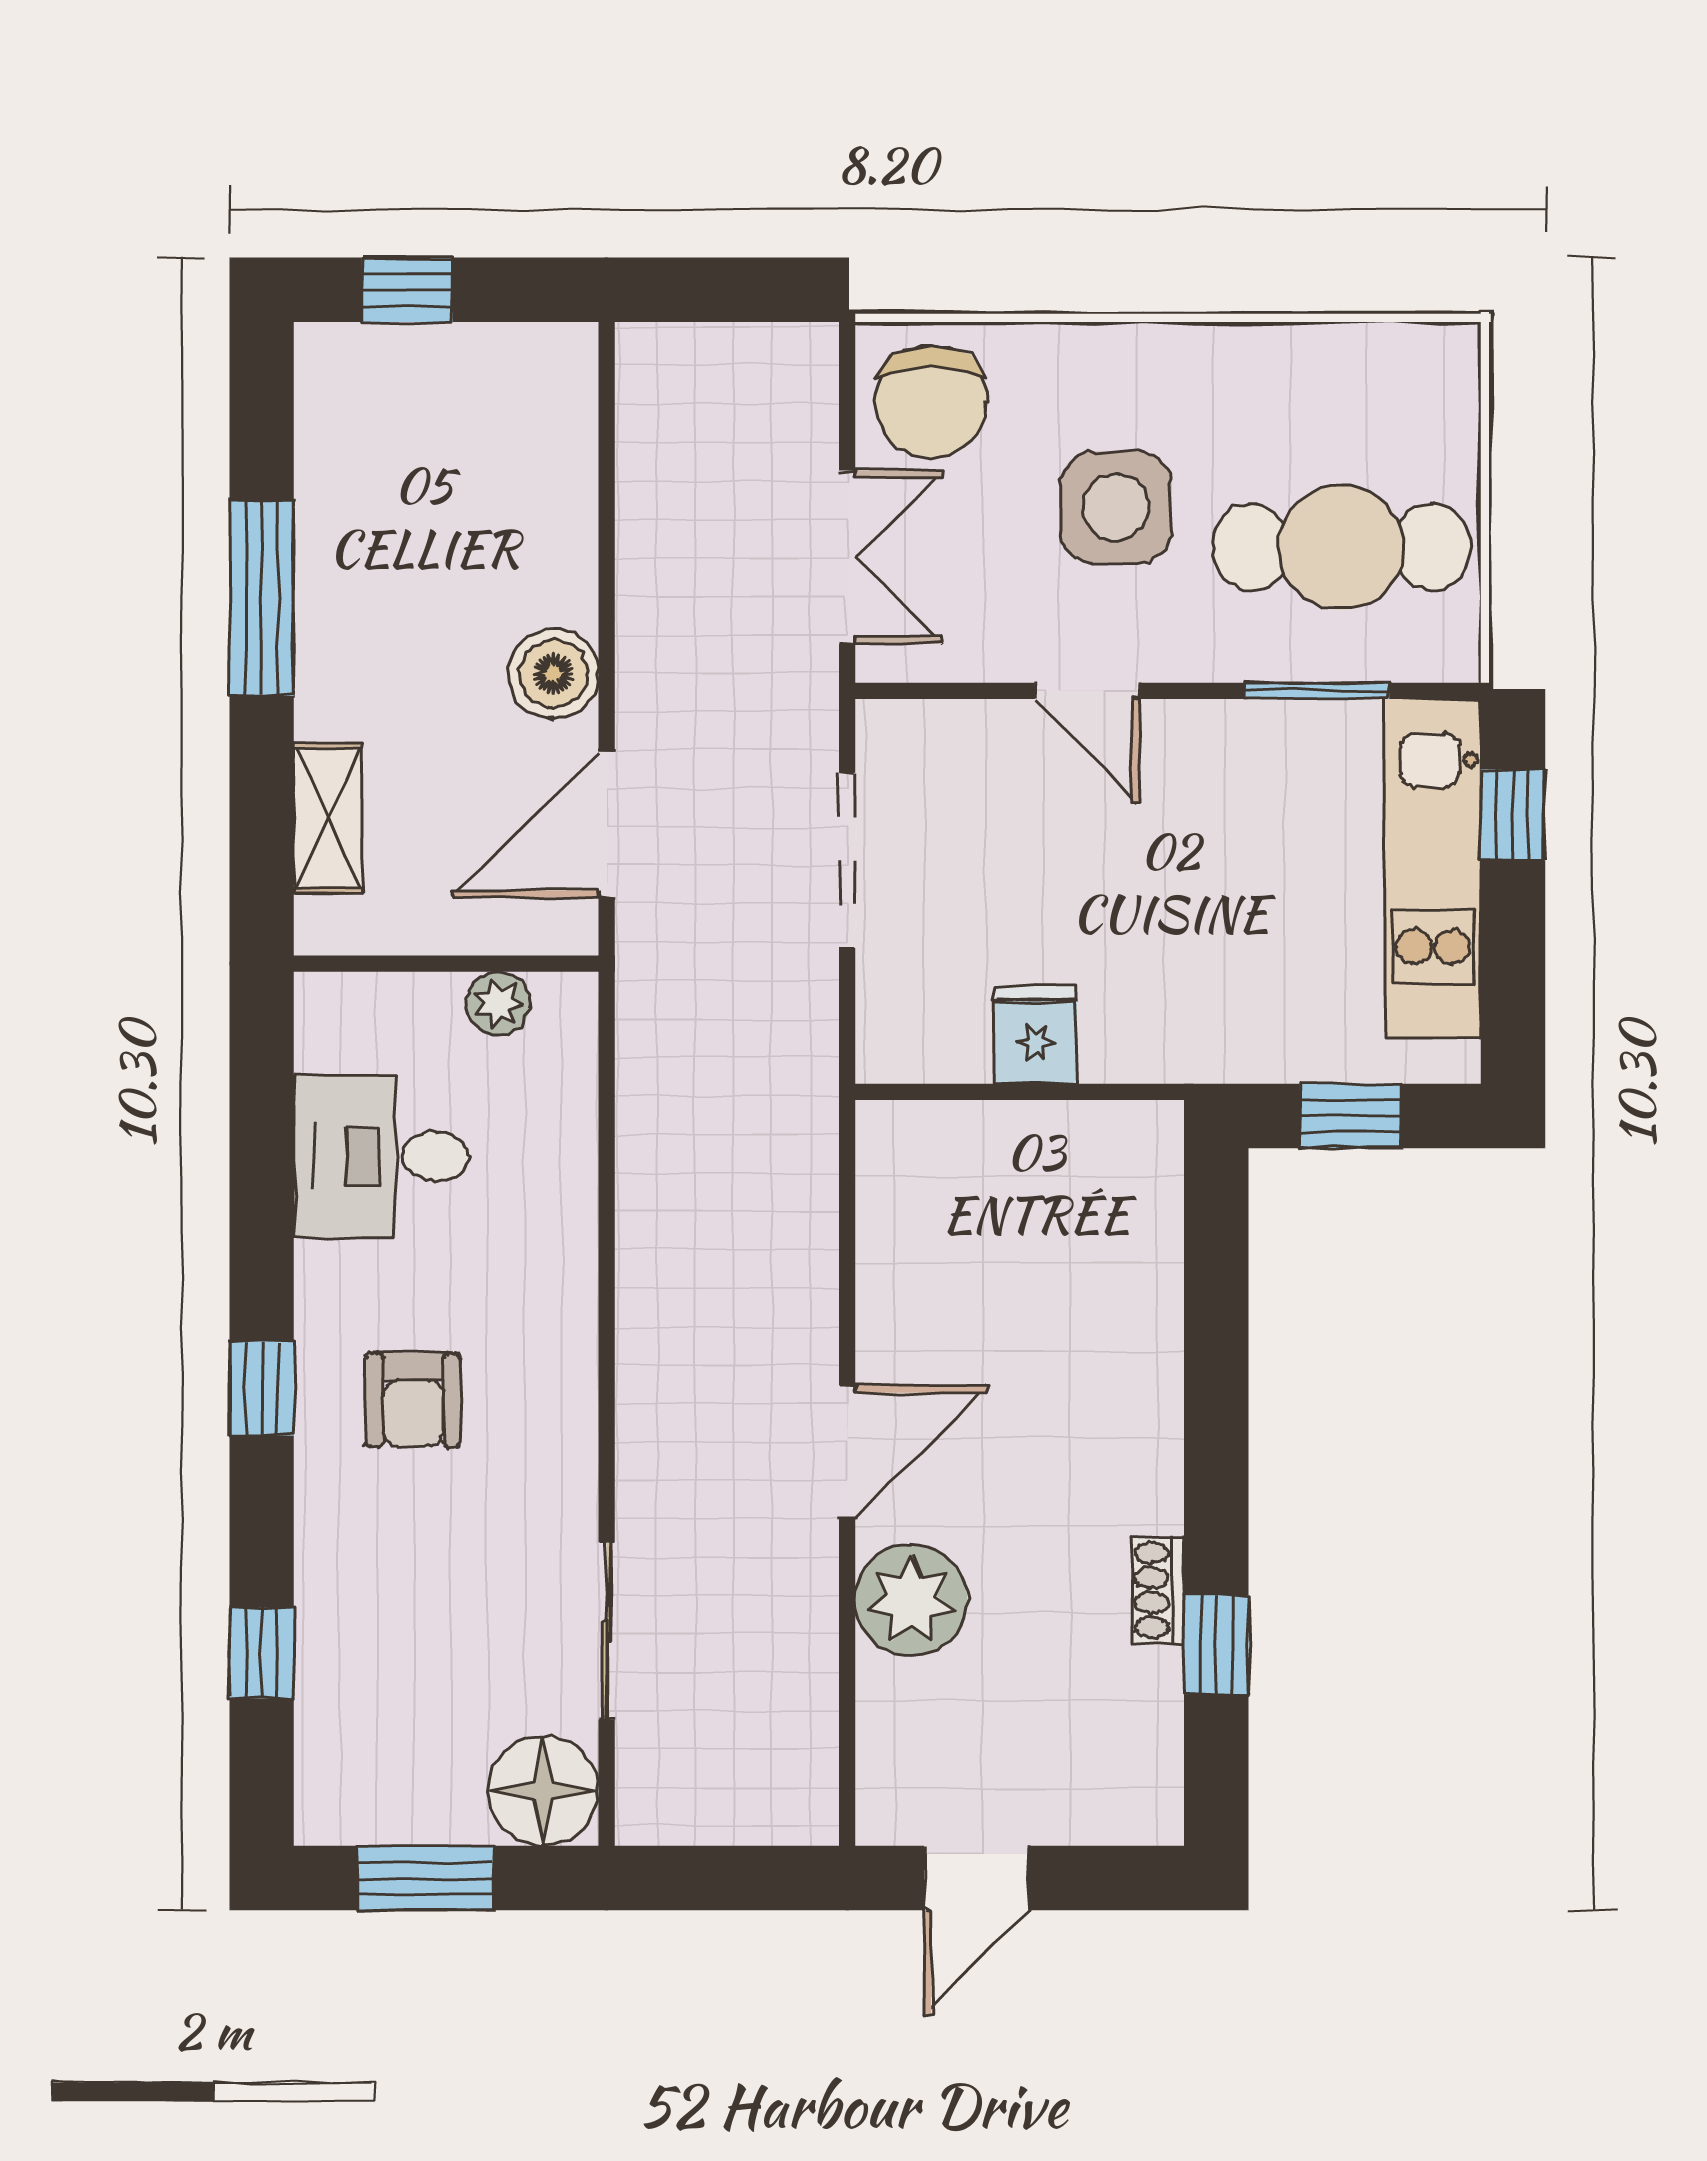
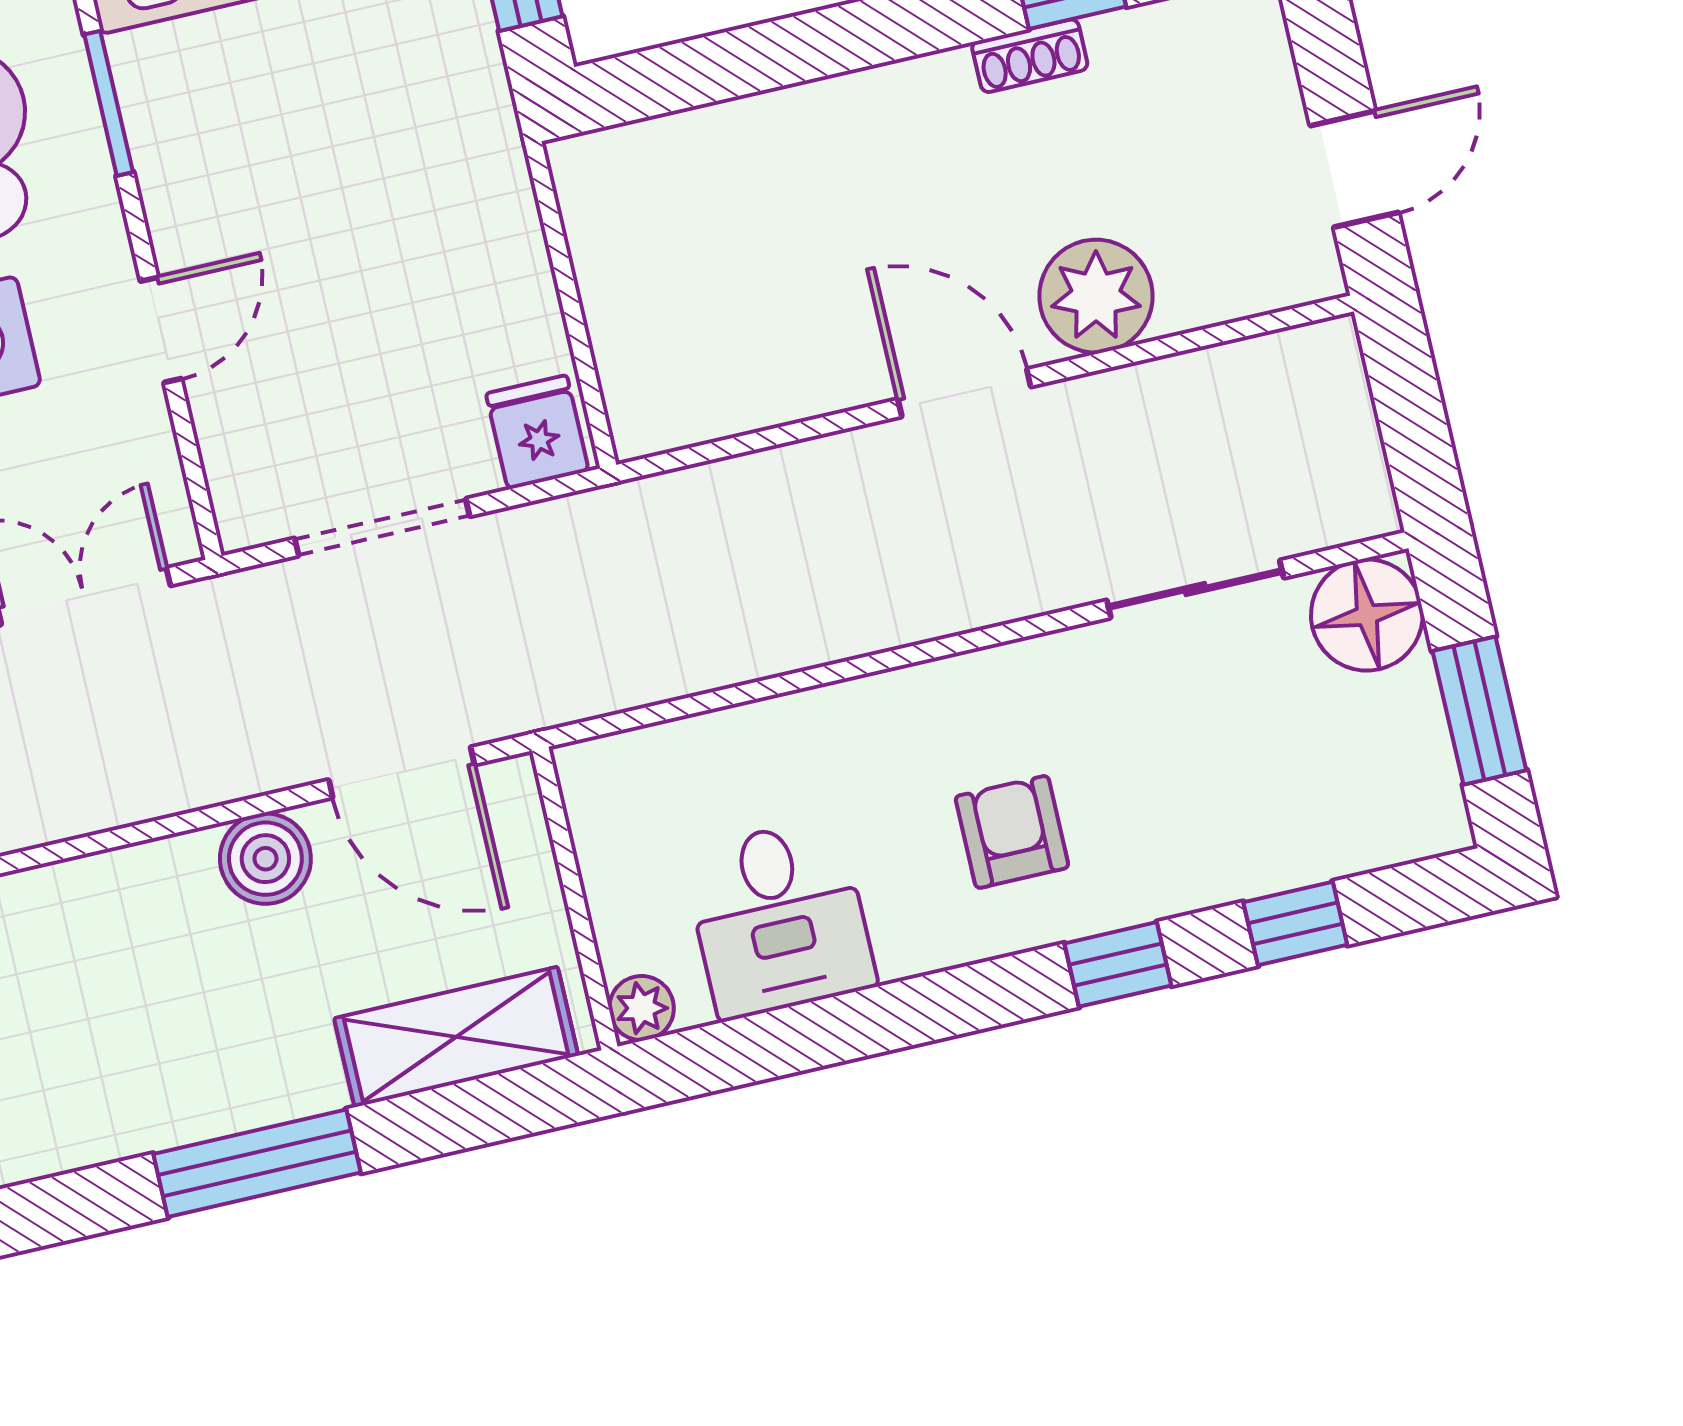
shelving: (328, 818) -> (456, 1037), width x1.50, depth x1.33
plant: (498, 1004) -> (642, 1008), moved
fridge: (1036, 1035) -> (537, 432), moved, turned 90
window: (262, 1388) -> (1118, 964), moved
armchair: (413, 1400) -> (1012, 832), turned -90
door: (976, 1878) -> (1354, 169), hinge flipped

